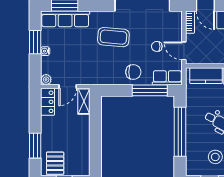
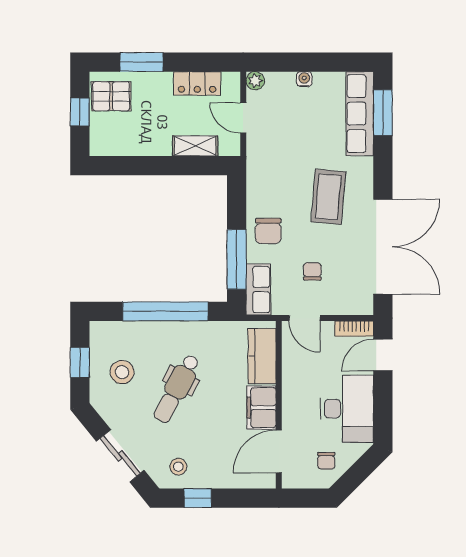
window: (35, 42) -> (320, 62), removed
door: (184, 51) -> (305, 318), swing flipped
shelving: (84, 101) -> (195, 146), moved
locker: (48, 102) -> (197, 83), moved

